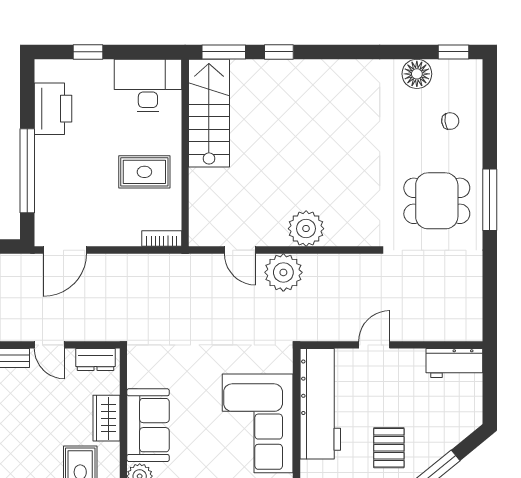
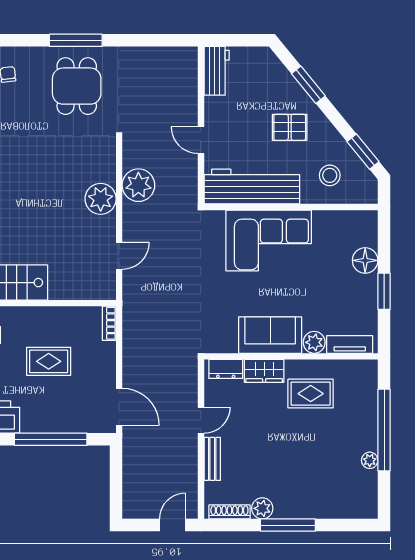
rug: (144, 172) -> (49, 361), moved, turned 90
plant: (283, 272) -> (138, 185), moved
dresser: (95, 360) -> (226, 369), moved, turned 90

